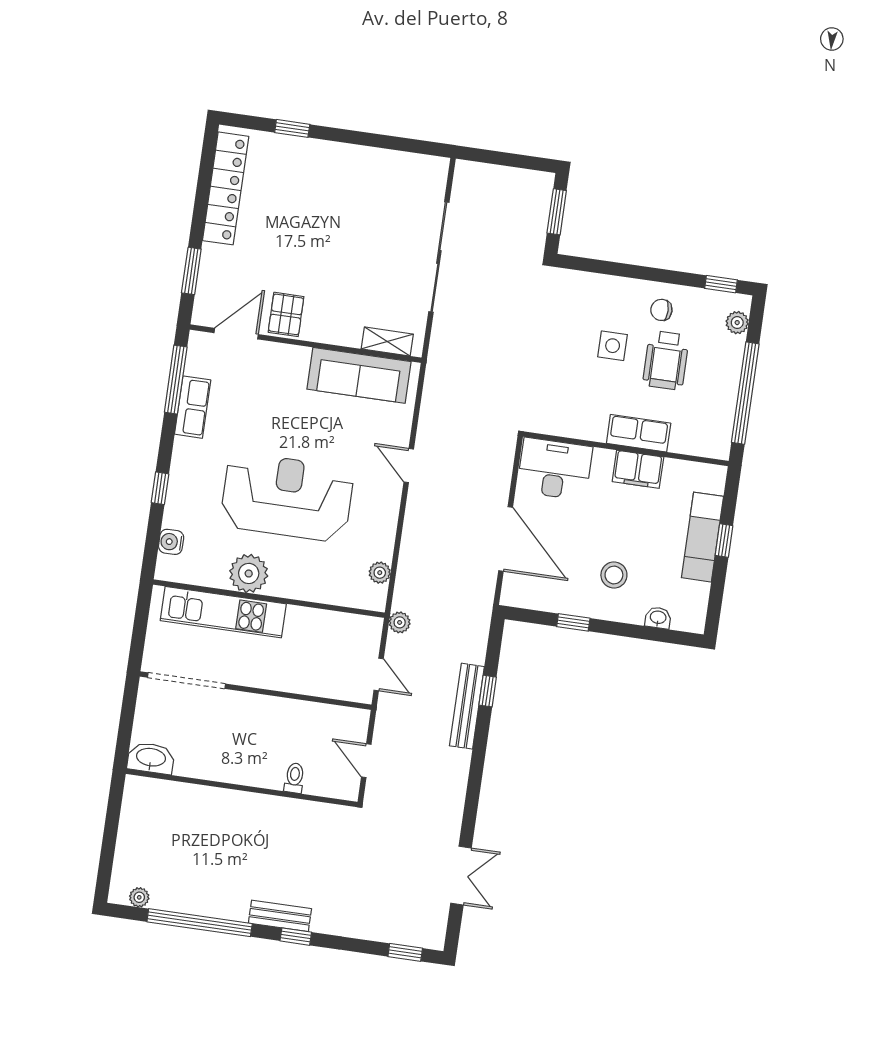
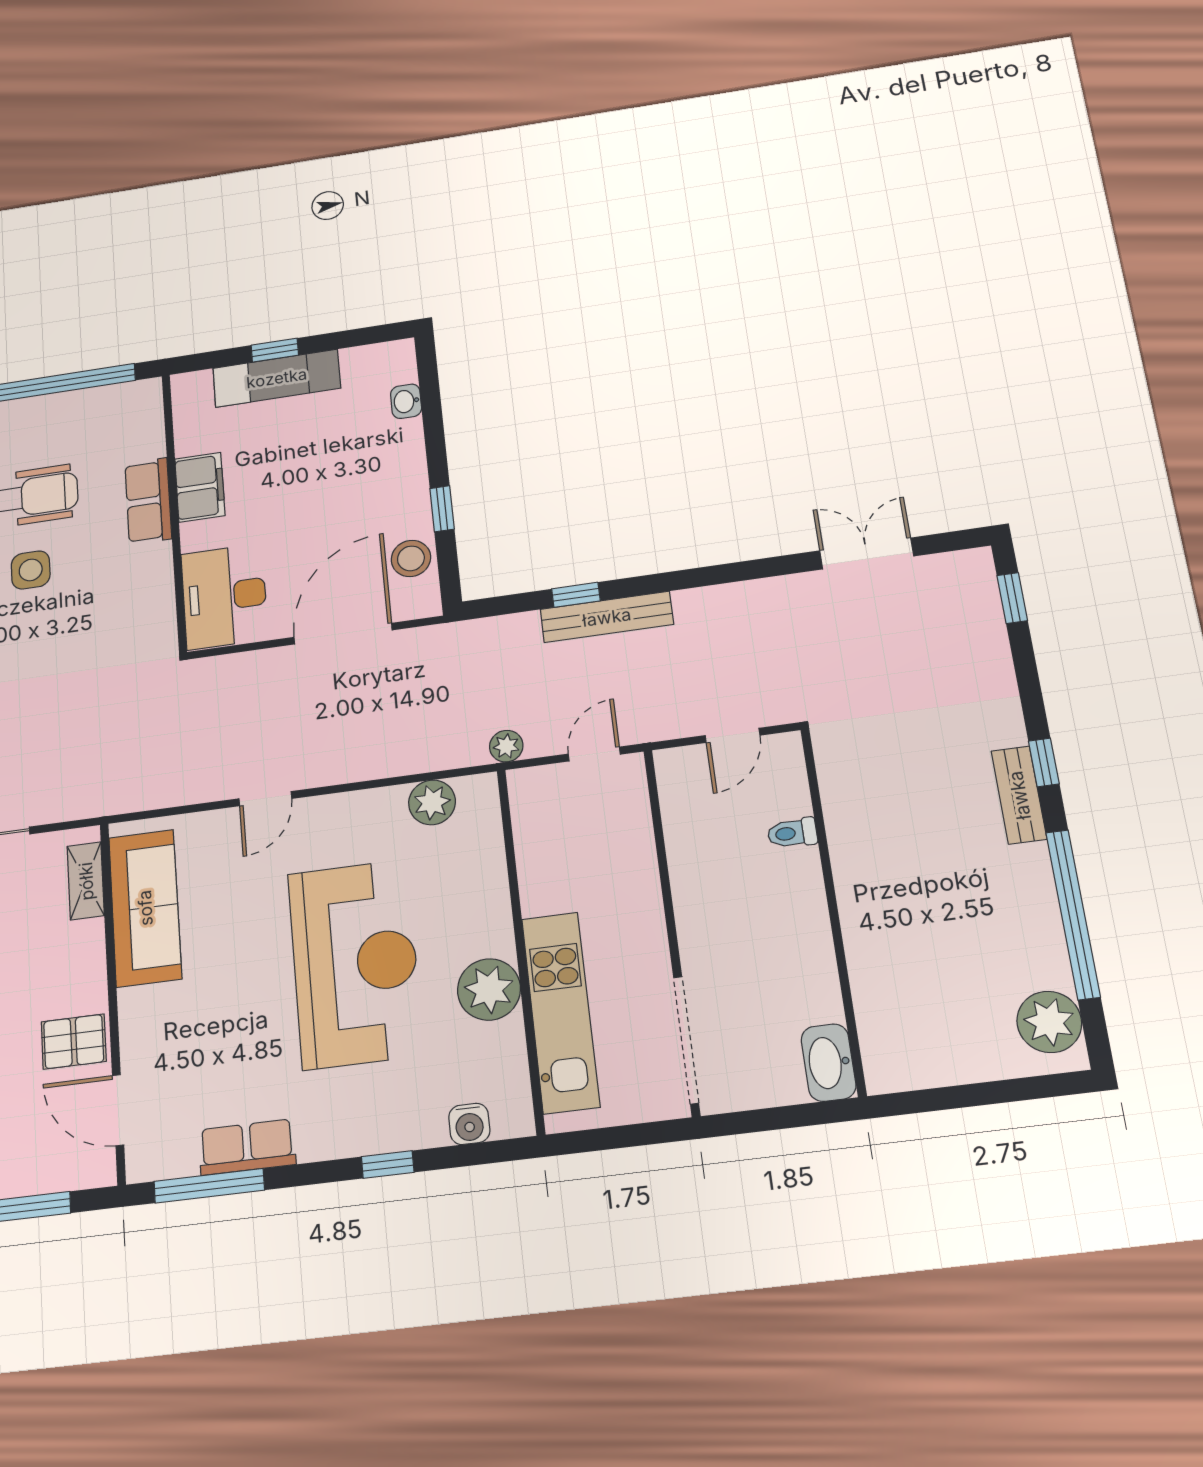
reception desk: (287, 497) -> (355, 964), turned 180
plant: (380, 573) -> (432, 802), width x1.38, depth x1.38
stool: (614, 575) -> (411, 558), moved
plant: (139, 897) -> (1049, 1022), width x1.87, depth x1.87

